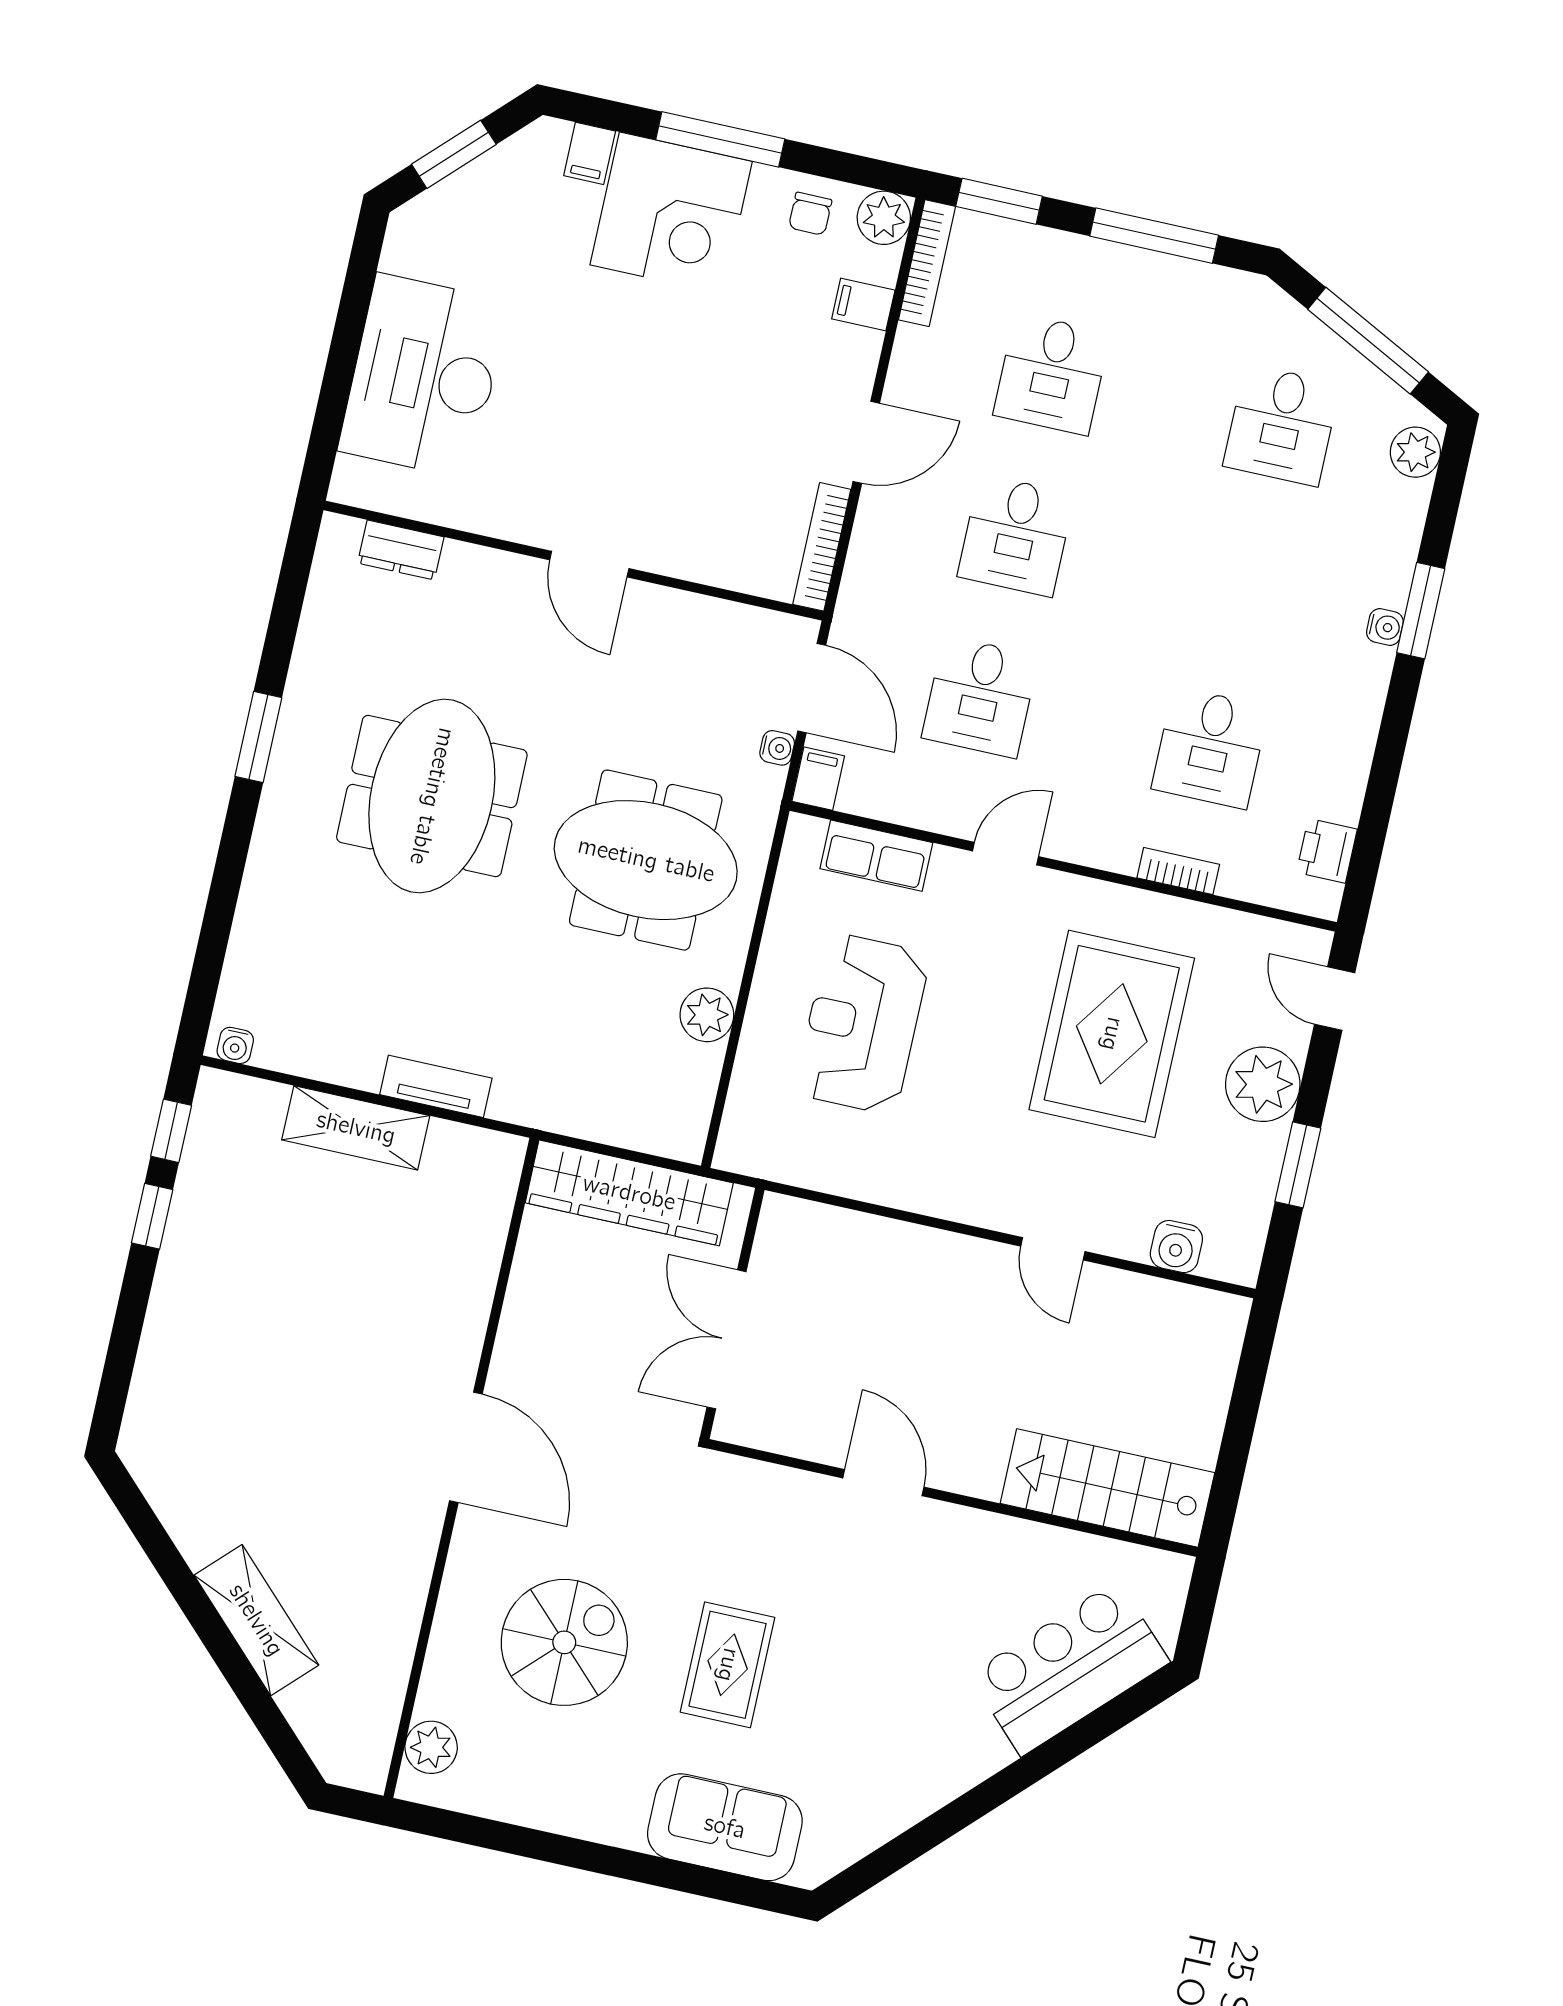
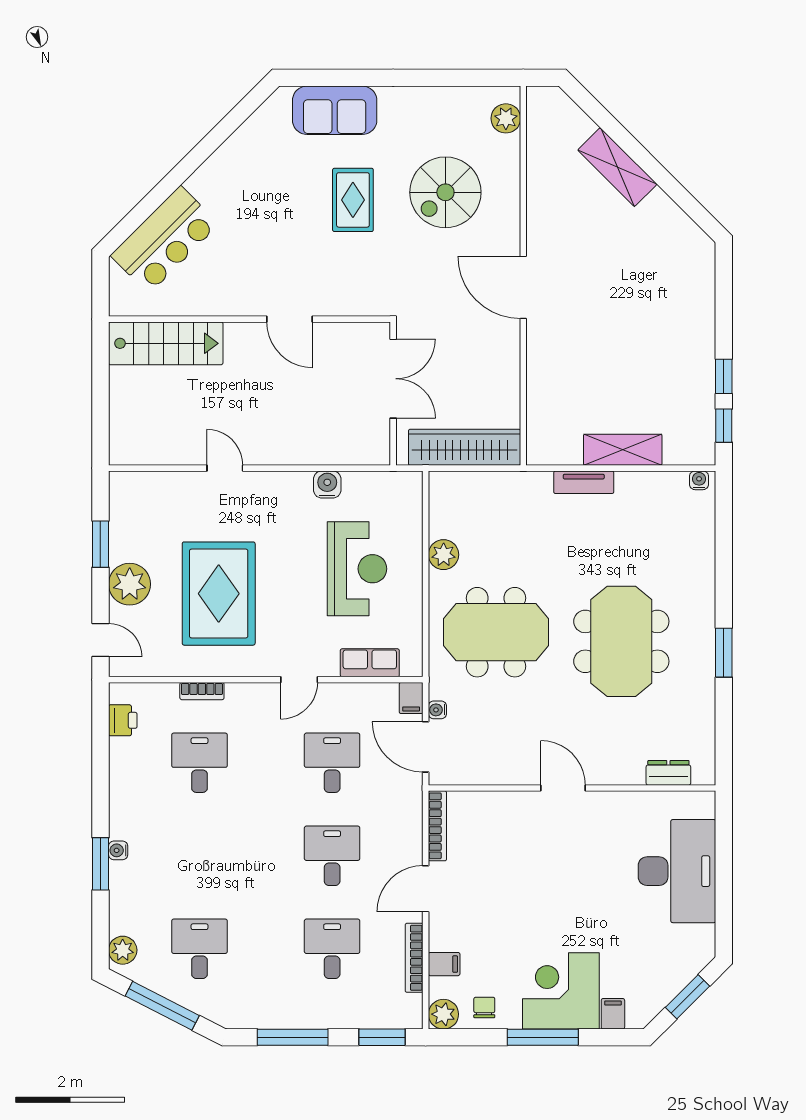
bookcase: (927, 263) -> (414, 958), moved
water cooler: (1176, 1247) -> (327, 484), moved

